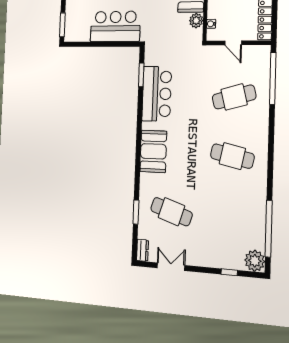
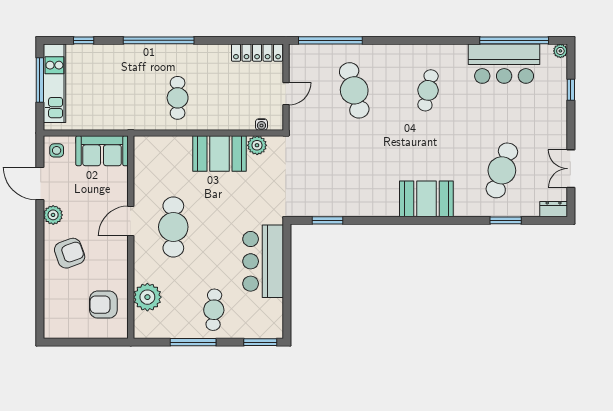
bar counter: (157, 94) -> (504, 64), moved, turned 180
cafe table: (232, 156) -> (428, 90), width x0.73, depth x0.74
plant: (255, 261) -> (560, 51), width x0.53, depth x0.53

